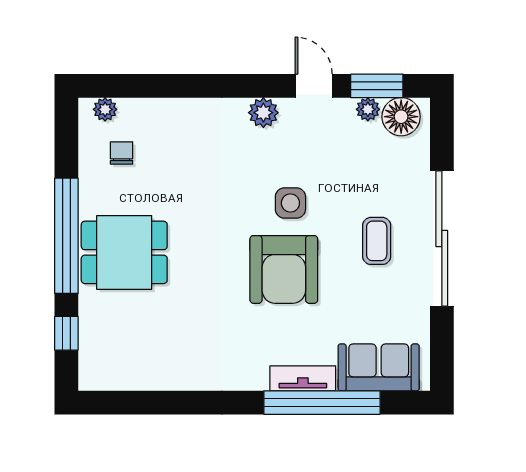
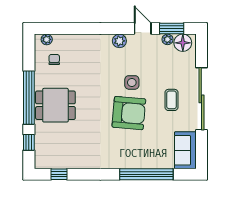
armchair: (284, 269) -> (129, 113), turned -85
sofa: (379, 367) -> (185, 150), moved, turned -90
tv unit: (303, 378) -> (138, 163), removed
window: (132, 403) -> (59, 174), added

